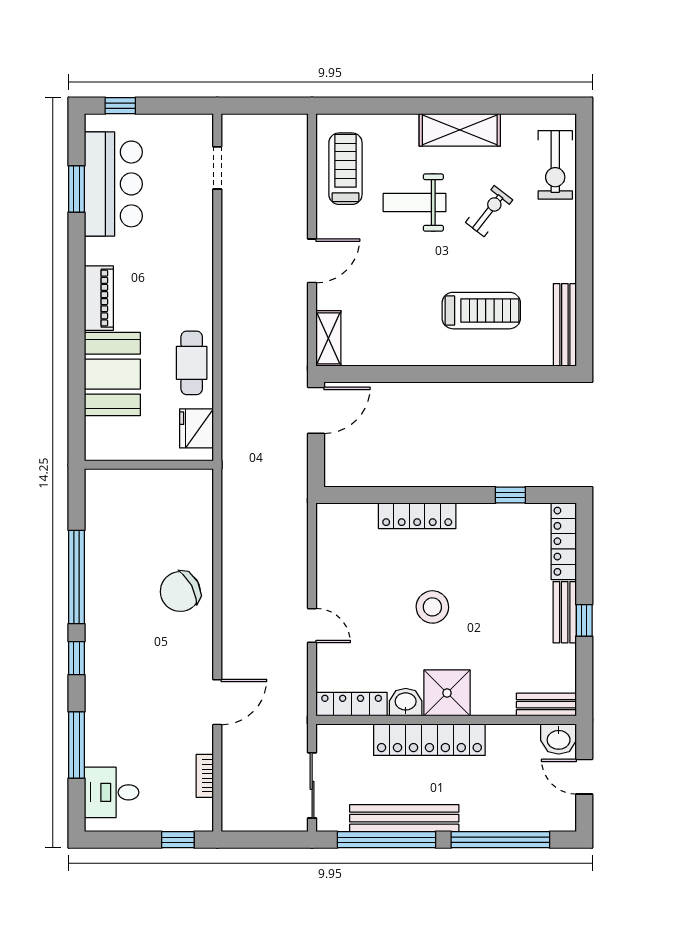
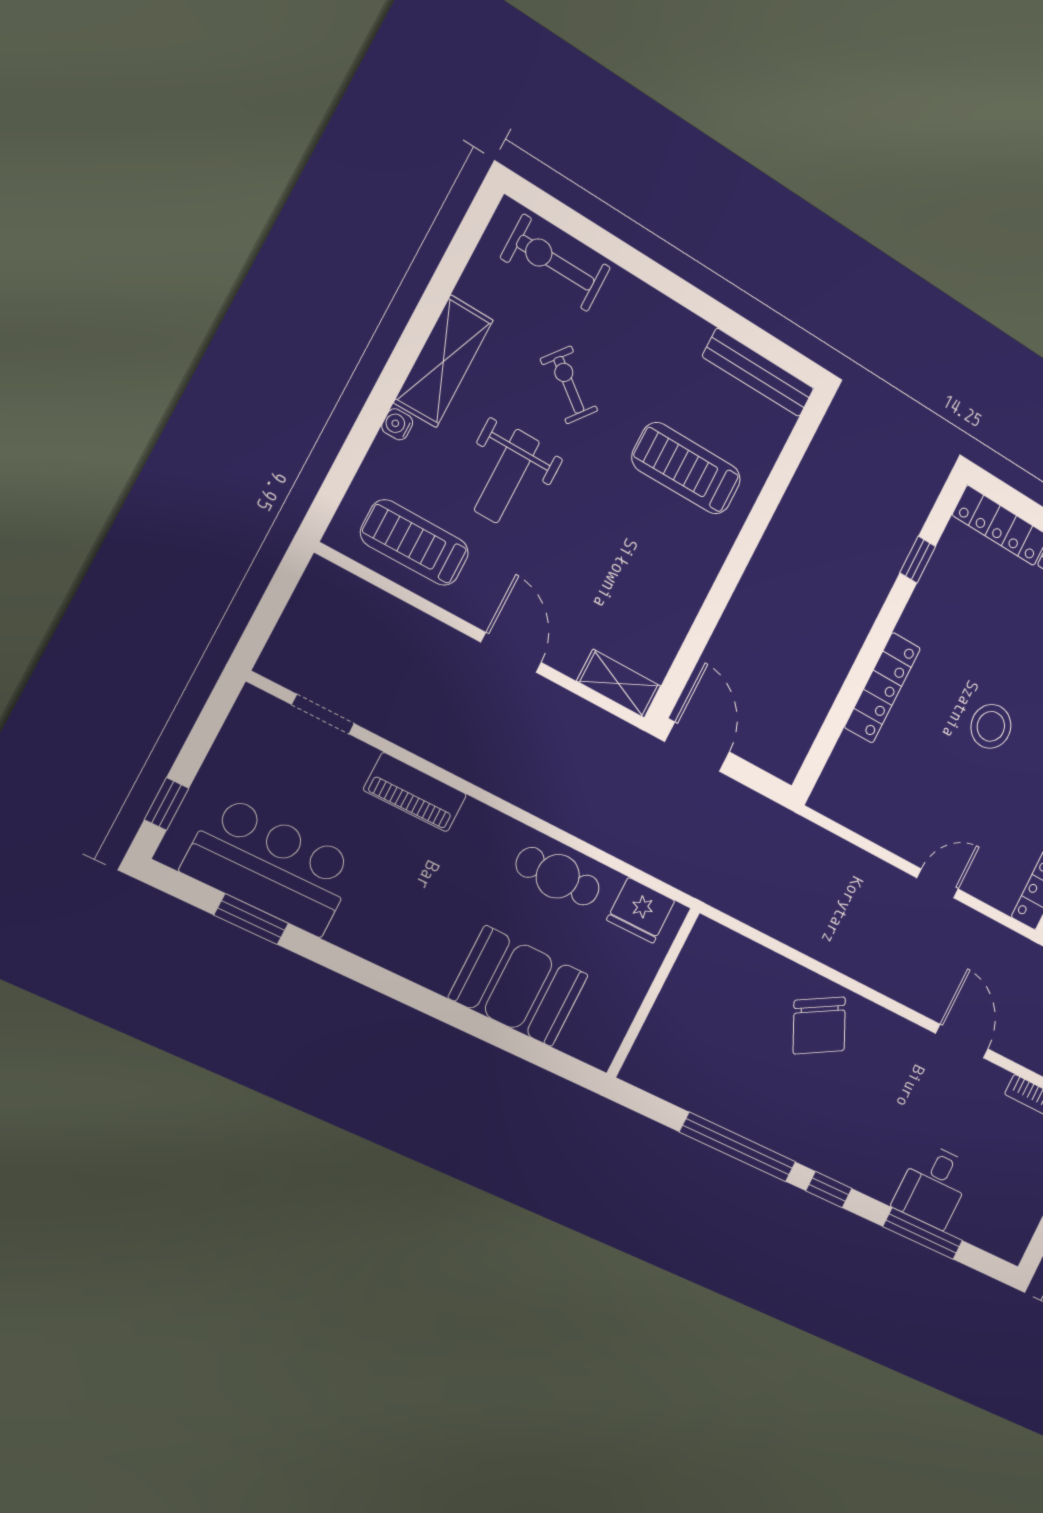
water cooler: (408, 122) -> (397, 424), added
exercise bike: (555, 165) -> (555, 263), turned 180
piano: (99, 298) -> (415, 792), moved, turned 180
treadmill: (481, 311) -> (686, 468), turned -90
desk: (112, 792) -> (933, 1186), moved

